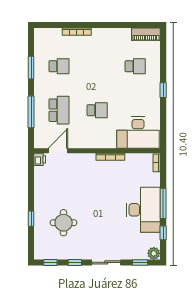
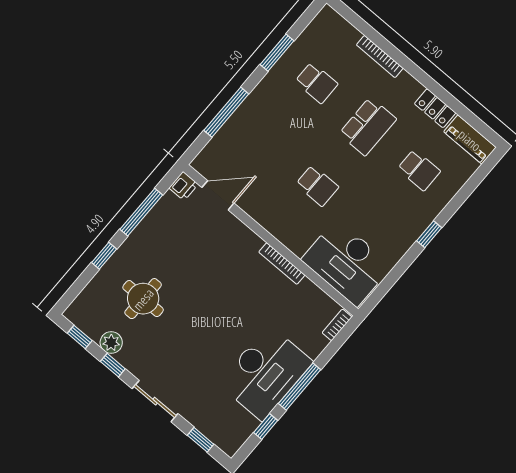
locker: (120, 34) -> (435, 108), added
school desk: (59, 110) -> (368, 126), moved
window: (31, 186) -> (141, 212), added
plant: (154, 253) -> (111, 343), moved

